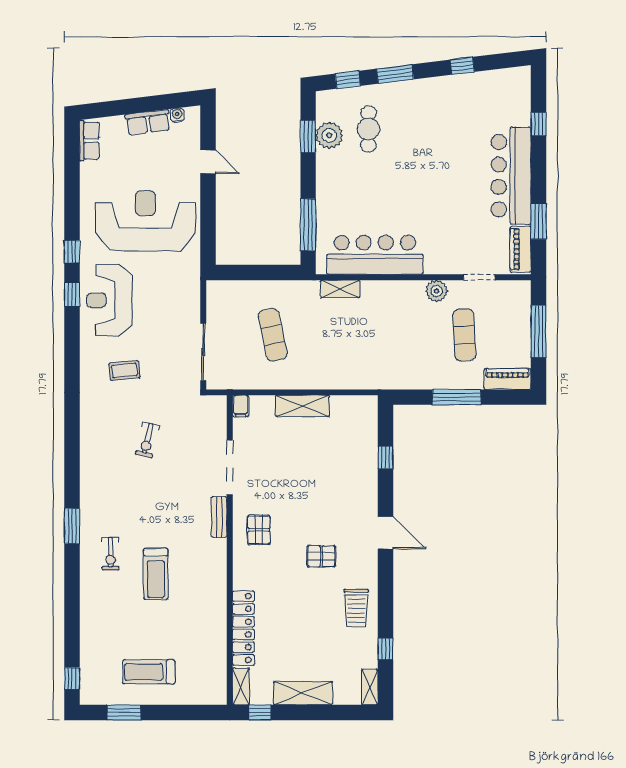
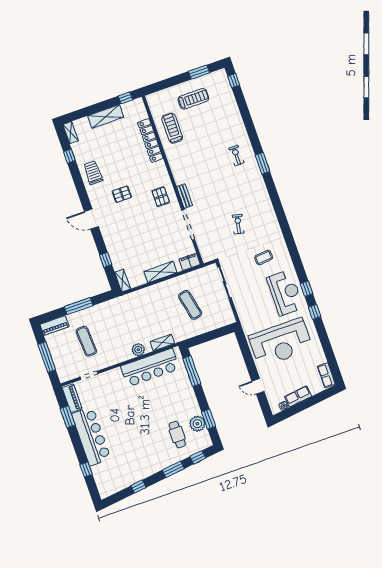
plant: (437, 291) -> (138, 350), moved
filing cabinet: (241, 406) -> (190, 262), width x2.00
treadmill: (156, 574) -> (172, 128), moved
shelving: (241, 686) -> (123, 280), moved

